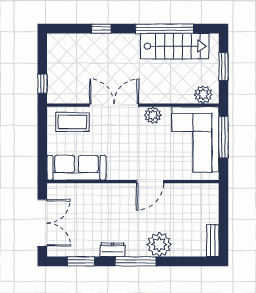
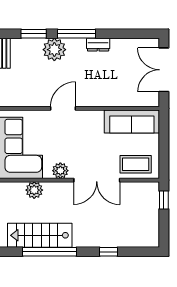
plant: (203, 94) -> (34, 190), moved
window: (81, 261) -> (34, 34), moved

